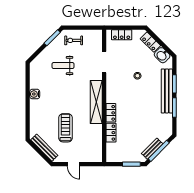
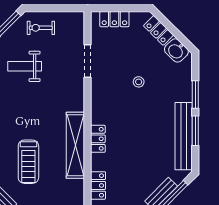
bench: (167, 91) -> (184, 136), moved
shelving: (96, 102) -> (75, 145), moved
treadmill: (66, 128) -> (28, 162), turned 180
locker: (111, 133) -> (98, 185), moved

